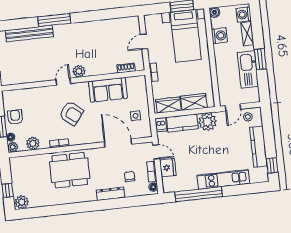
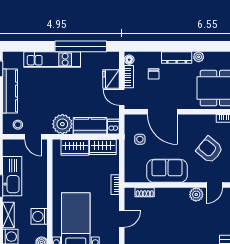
door: (233, 107) -> (33, 137), swing flipped
plant: (91, 197) -> (199, 57), added

